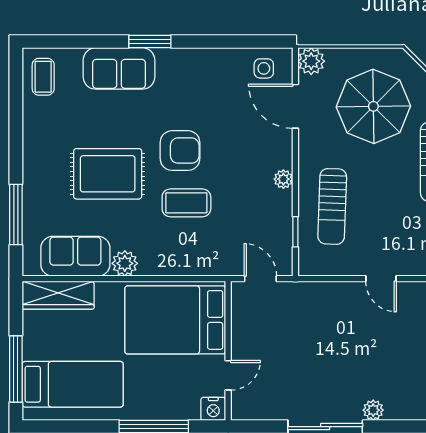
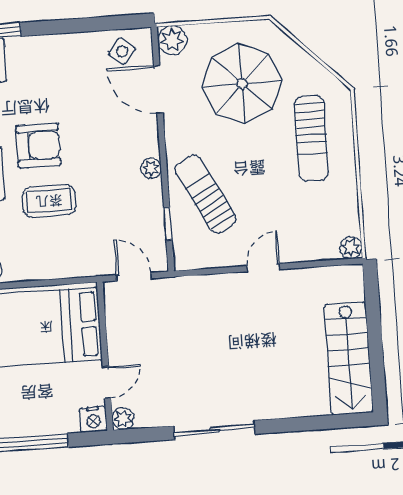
side table: (264, 68) -> (122, 51), turned 38
sun lounger: (332, 206) -> (205, 194), turned 150
door: (381, 279) -> (263, 268), swing flipped
plant: (373, 410) -> (123, 419), moved

